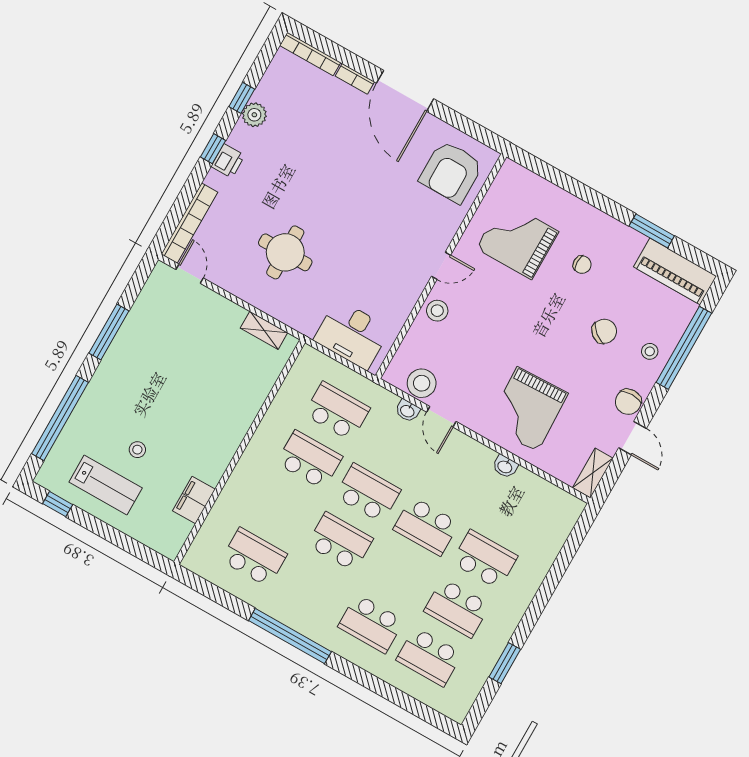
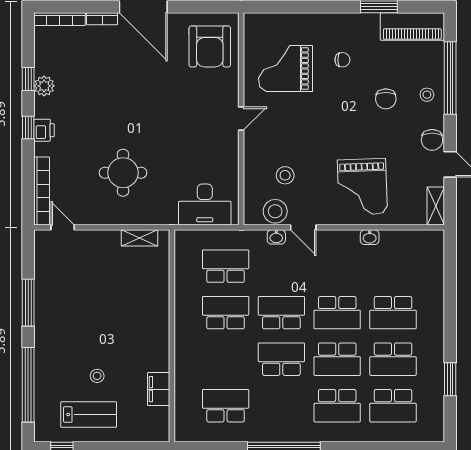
stool: (437, 311) -> (285, 175), moved
chair: (604, 331) -> (386, 99), turned 141
school desk: (485, 559) -> (393, 313), turned 180
school desk: (399, 575) -> (337, 359), added

